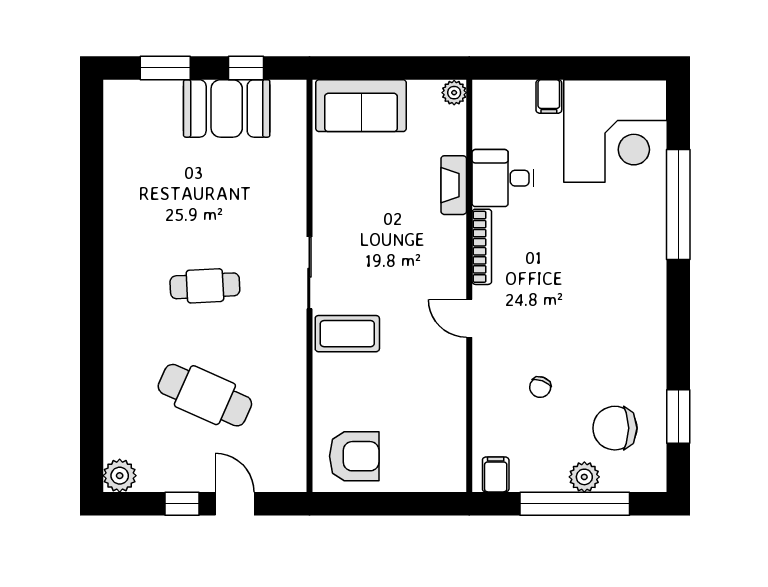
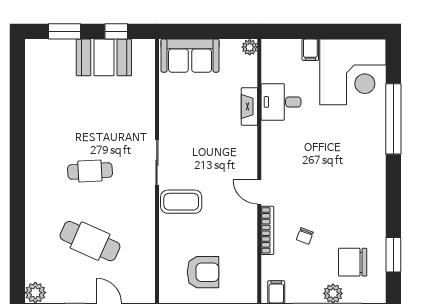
bookcase: (482, 247) -> (267, 230), moved
armchair: (354, 456) -> (203, 272), moved

